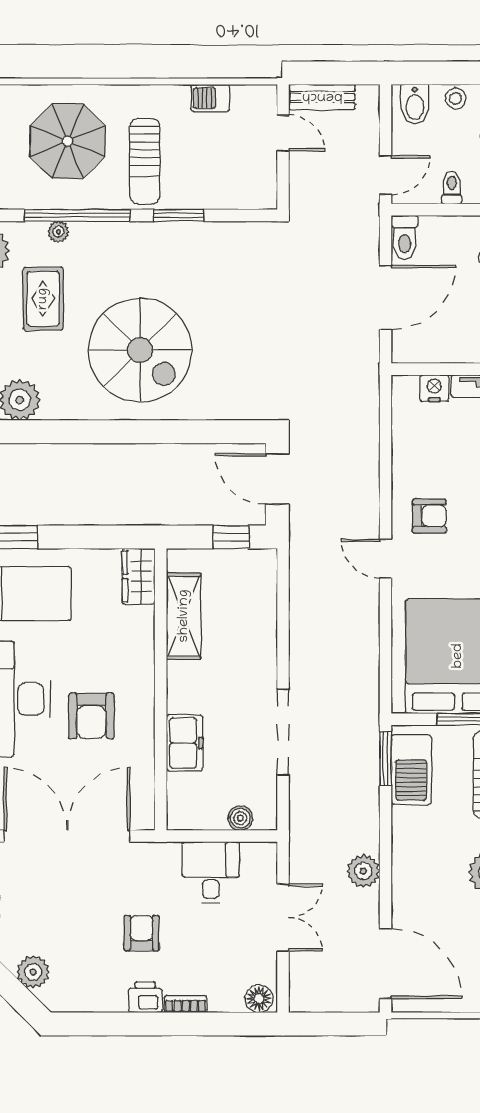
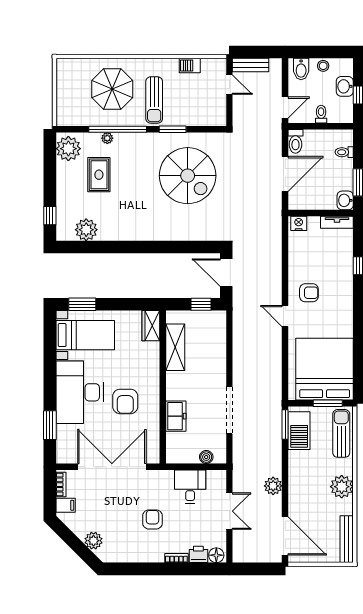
spiral stairs: (140, 350) -> (188, 176), moved
nightstand: (434, 388) -> (299, 223), moved
printer: (145, 997) -> (198, 554), moved

